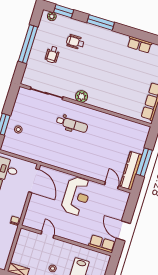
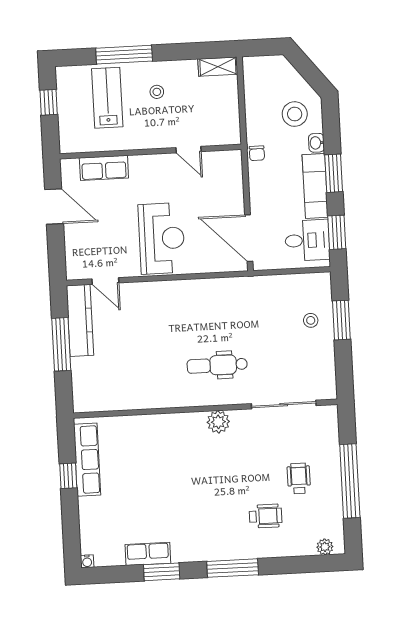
window: (64, 11) -> (162, 572), moved
reception desk: (76, 196) -> (162, 238), turned 180
row of seats: (102, 244) -> (104, 168), moved

